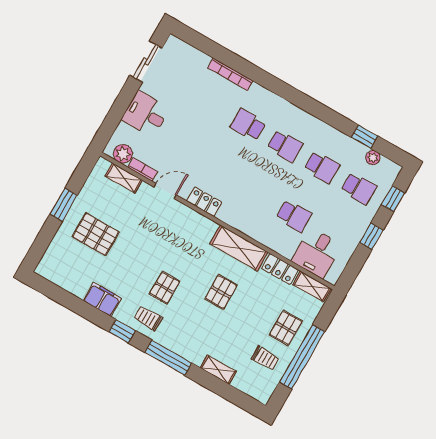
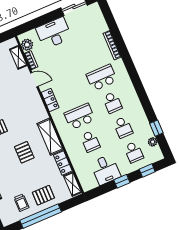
desk: (146, 114) -> (54, 33), width x1.37
school desk: (248, 125) -> (102, 78), width x1.85
school desk: (257, 195) -> (80, 117), added
desk: (317, 253) -> (106, 170), moved, turned -90
pallet: (221, 292) -> (24, 152), turned 90

